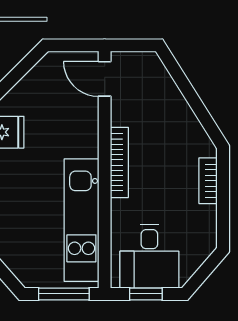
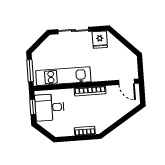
door: (105, 79) -> (126, 82), swing flipped

